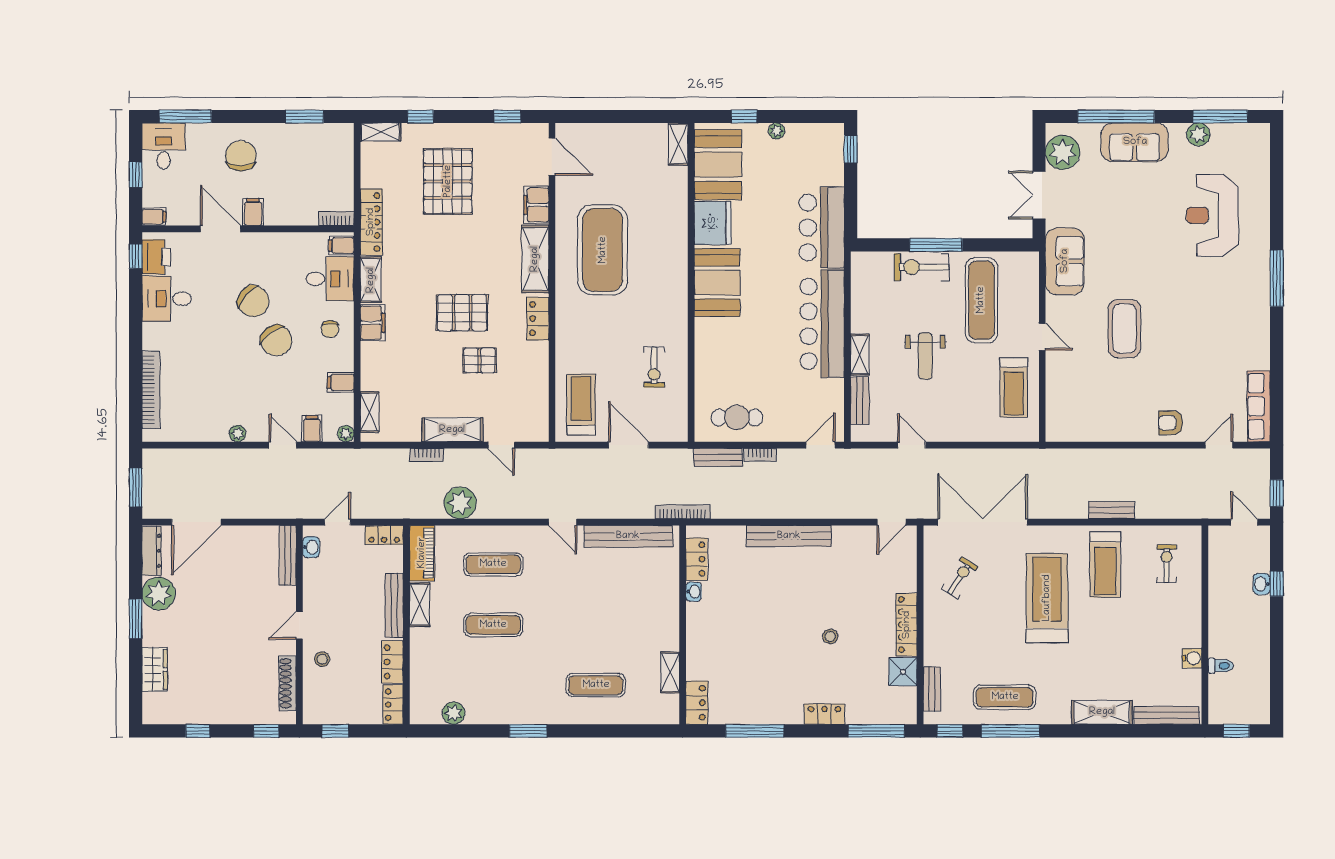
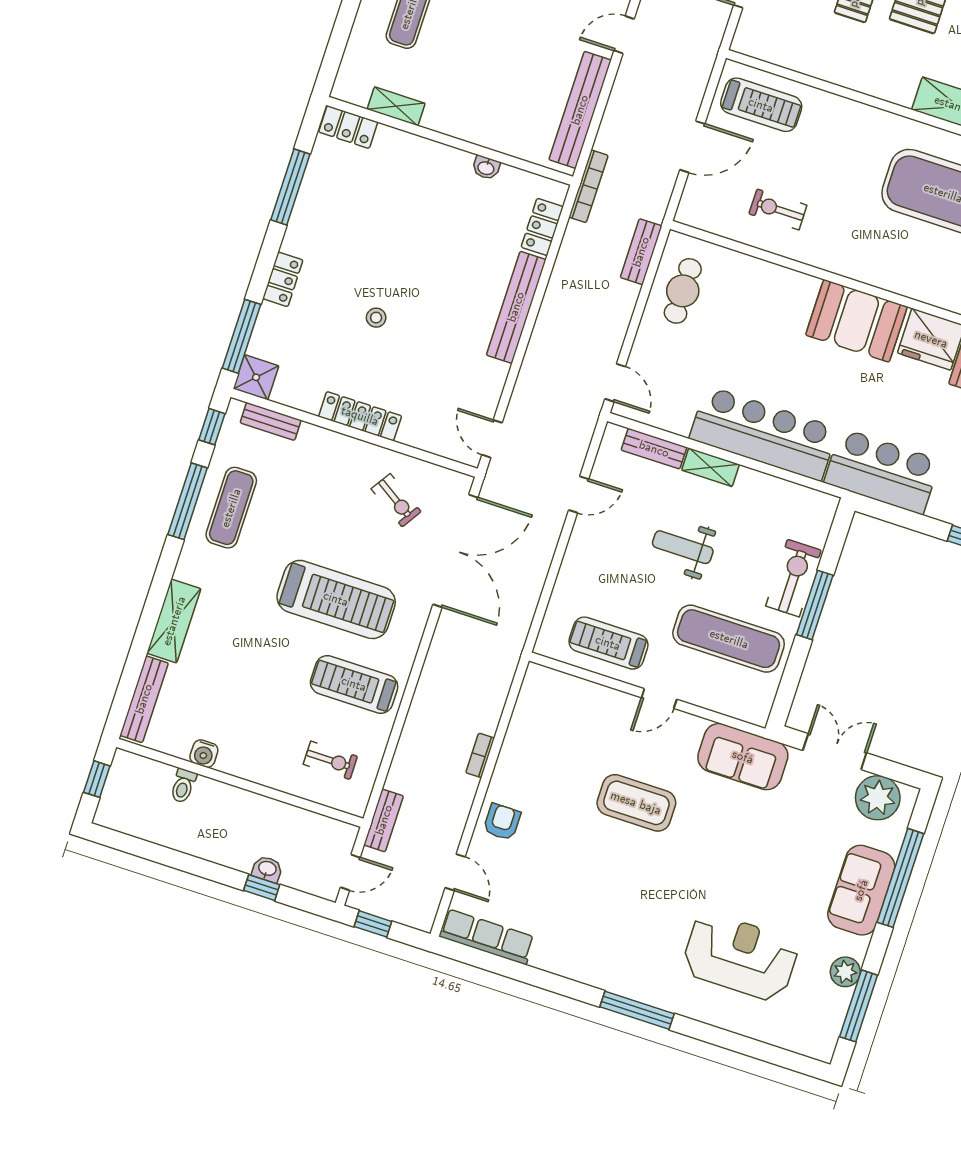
locker: (538, 319) -> (884, 86), removed
bookcase: (760, 455) -> (480, 755), moved
bench: (1112, 510) -> (384, 820), moved
locker: (697, 559) -> (542, 227), moved, turned 90
shower: (903, 672) -> (256, 377), moved

